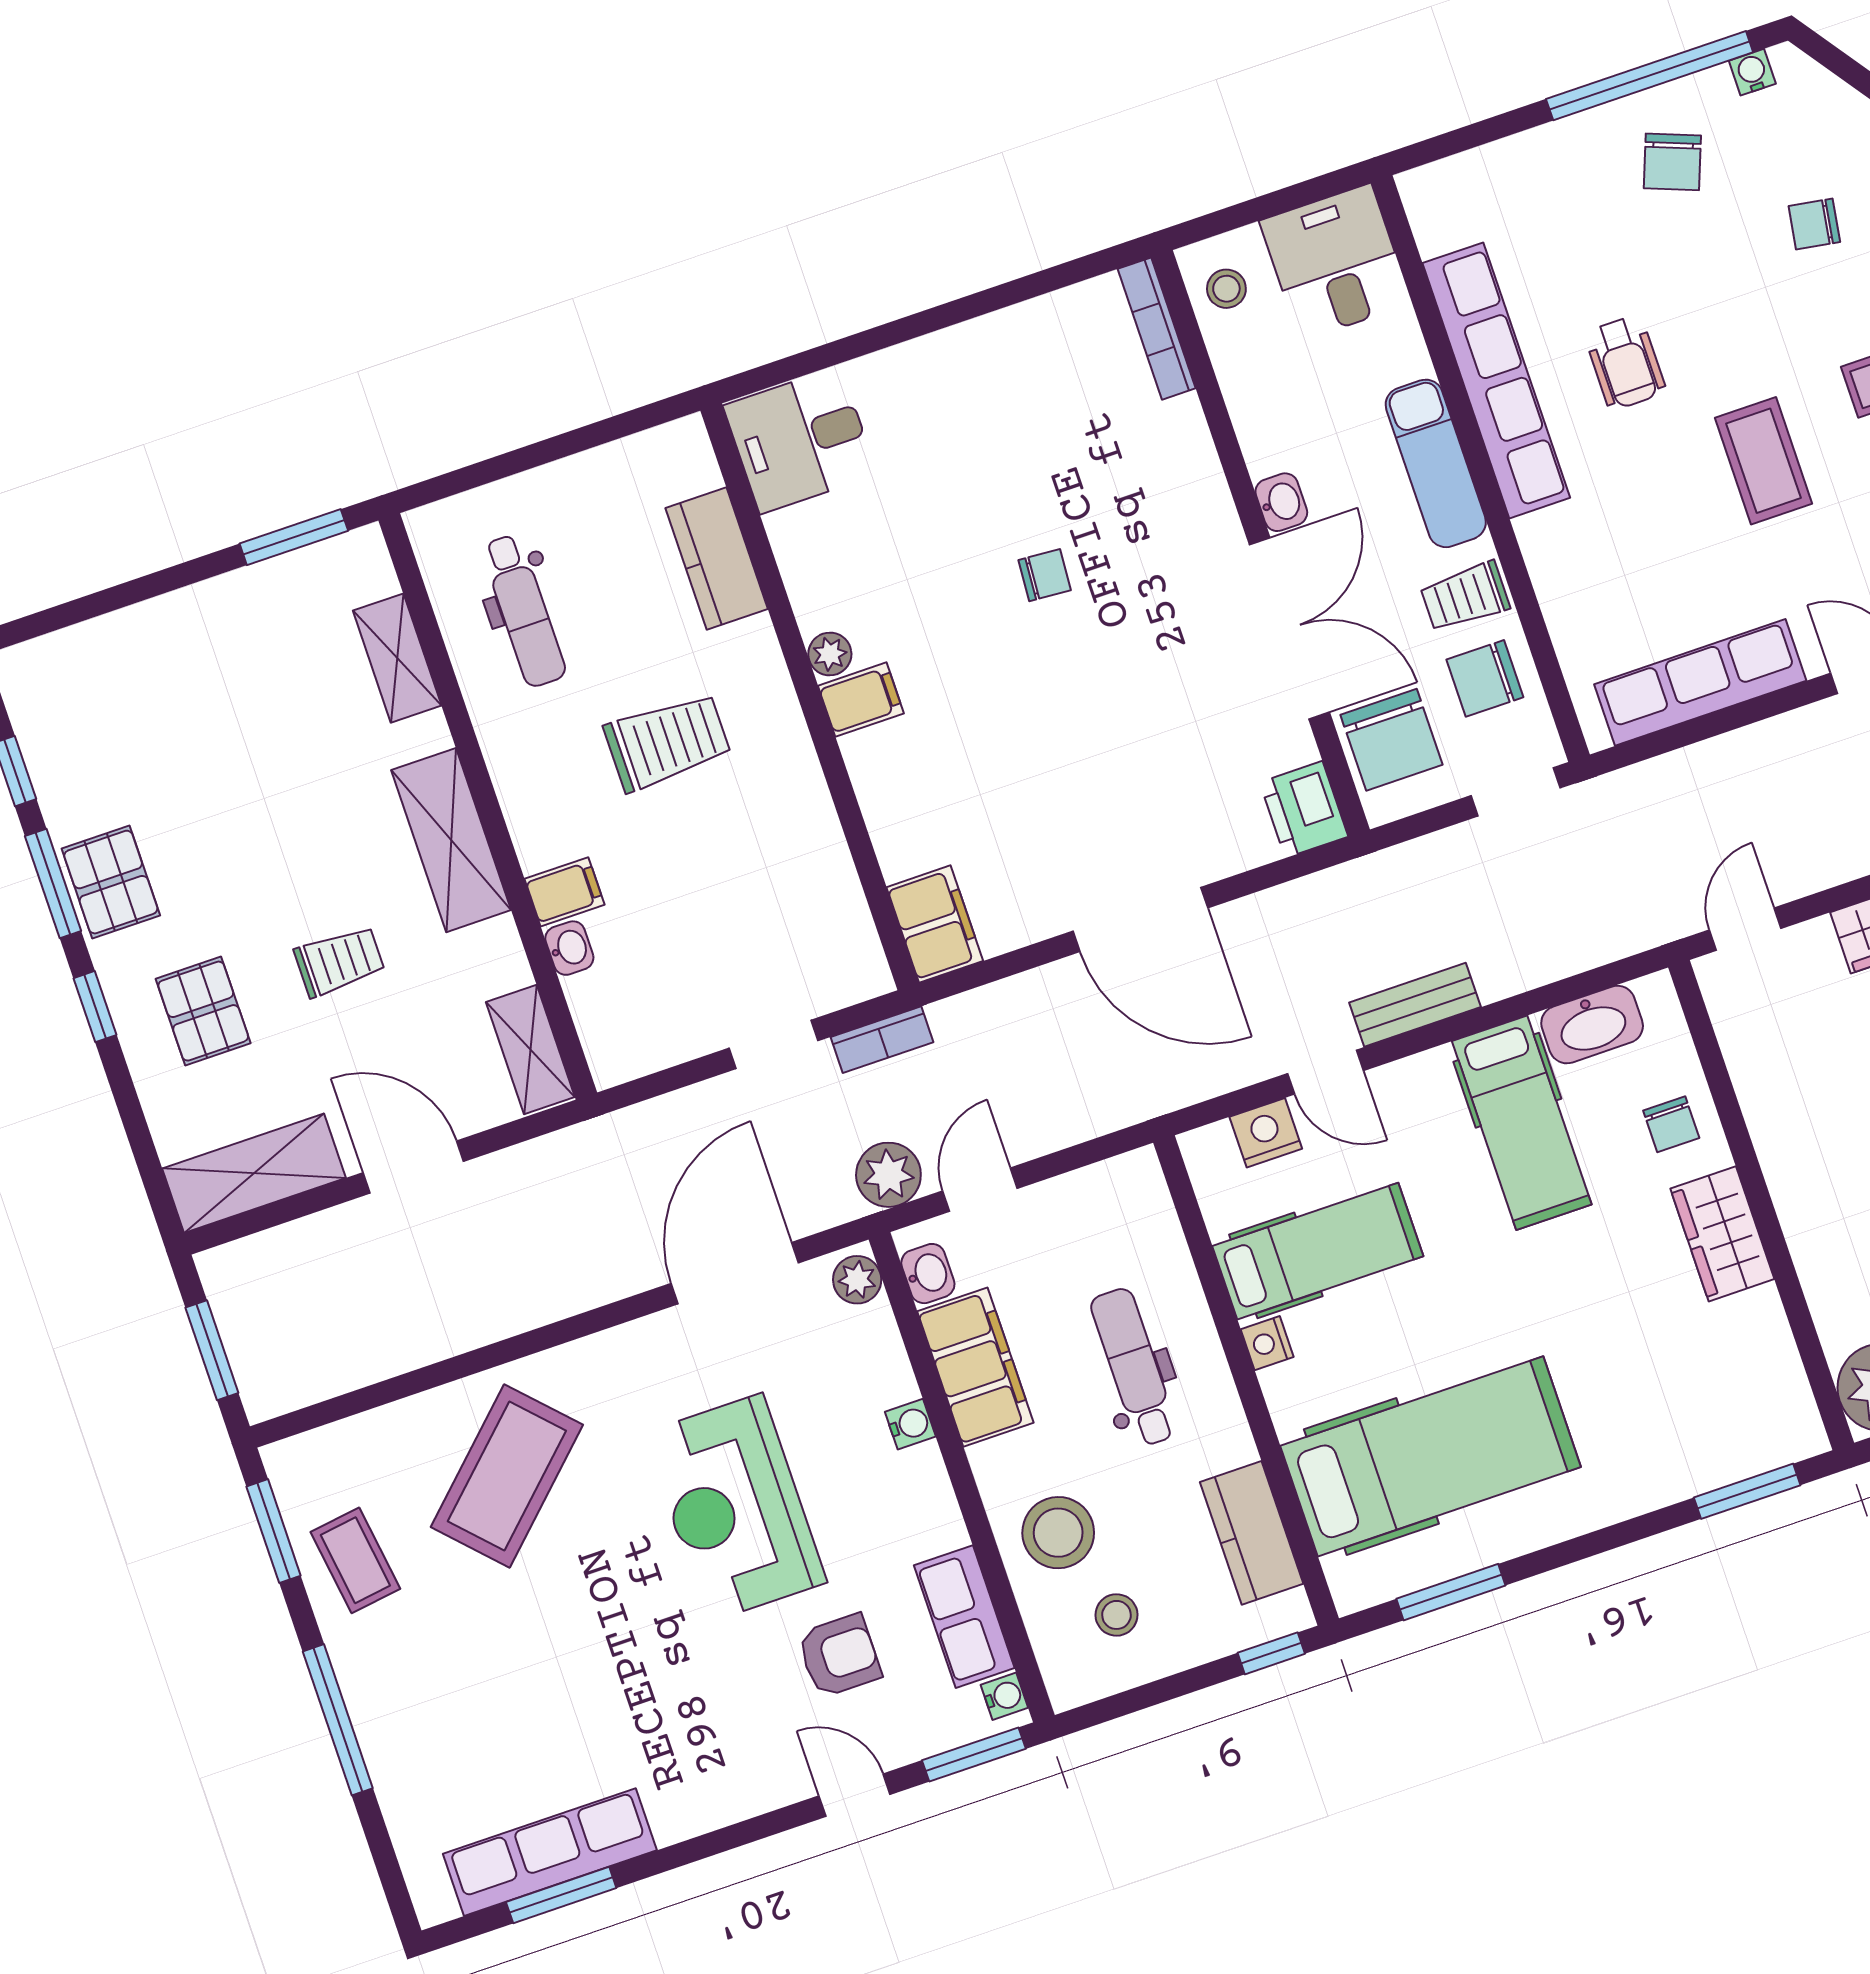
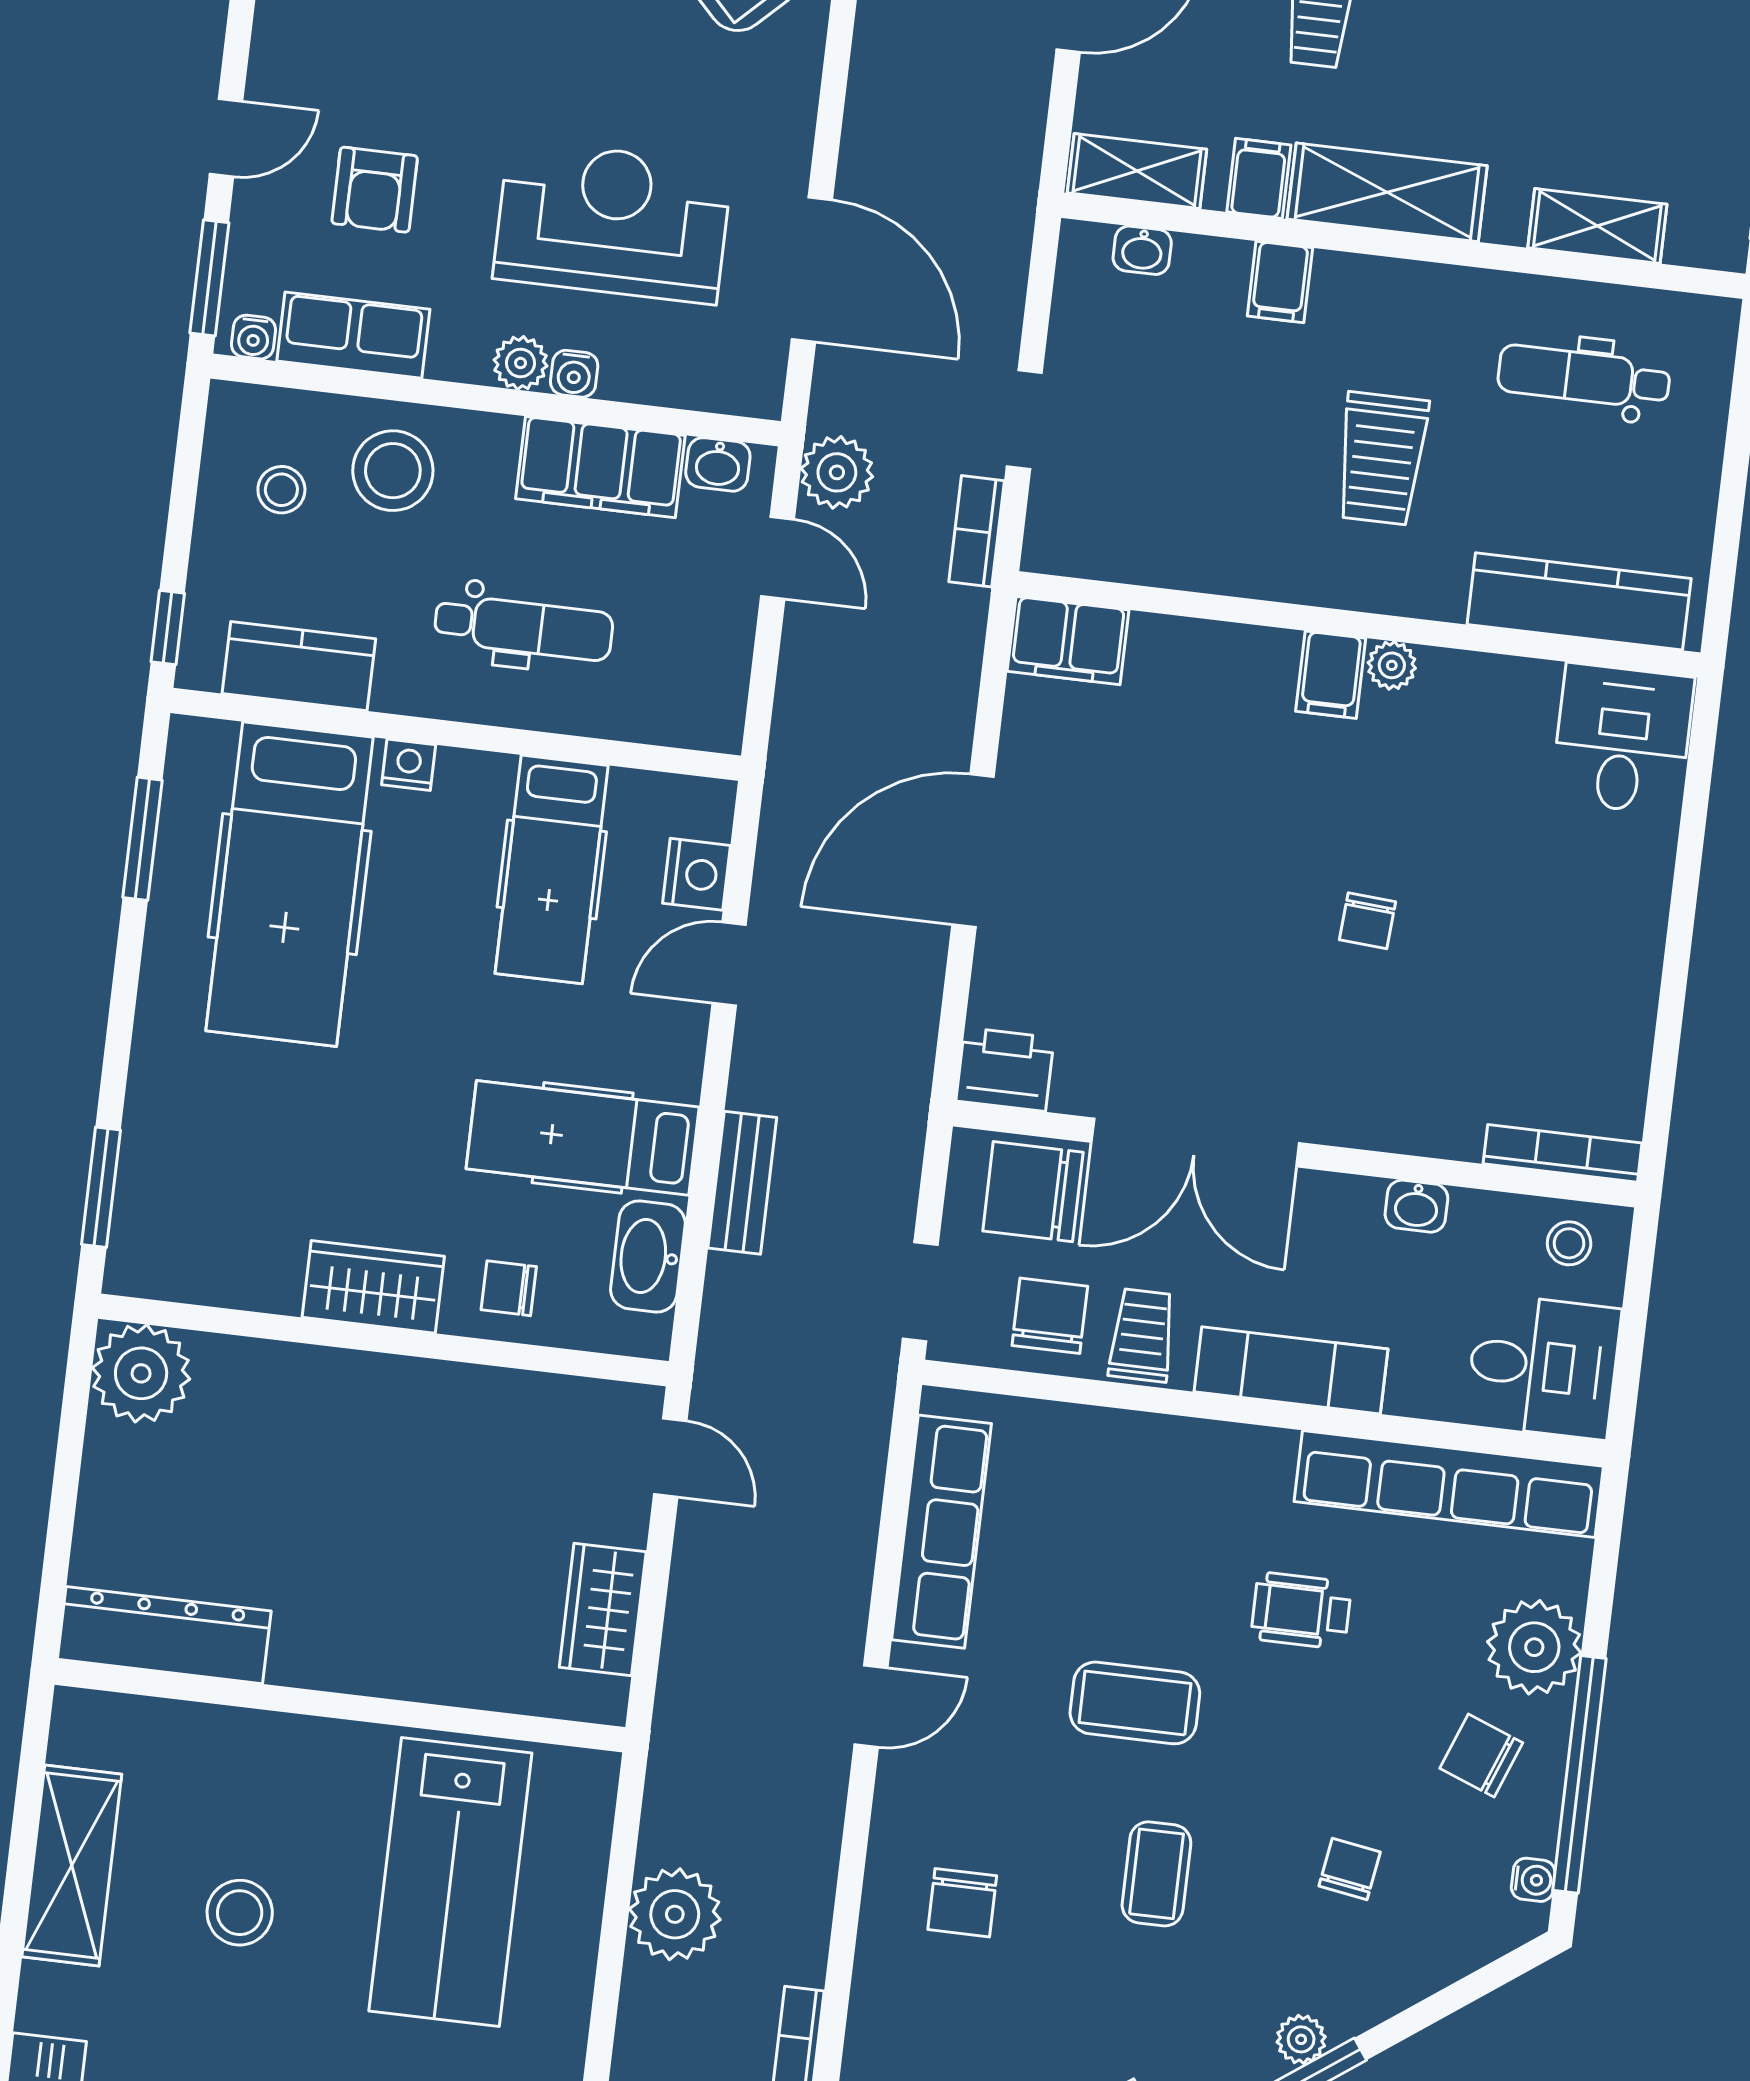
plant: (1565, 161) -> (1534, 1647), added
row of seats: (1496, 380) -> (1449, 1484), moved
washbasin: (1281, 502) -> (1416, 1206), moved
kitchen counter: (717, 559) -> (1579, 601), width x1.50
washbasin: (569, 948) -> (1142, 250), moved
filing cabinet: (489, 949) -> (1259, 178), added
bench: (1415, 1005) -> (742, 1183), moved
plant: (857, 1280) -> (521, 363), moved
nightstand: (1267, 1343) -> (409, 765), moved
reception desk: (735, 1508) -> (613, 222), moved

